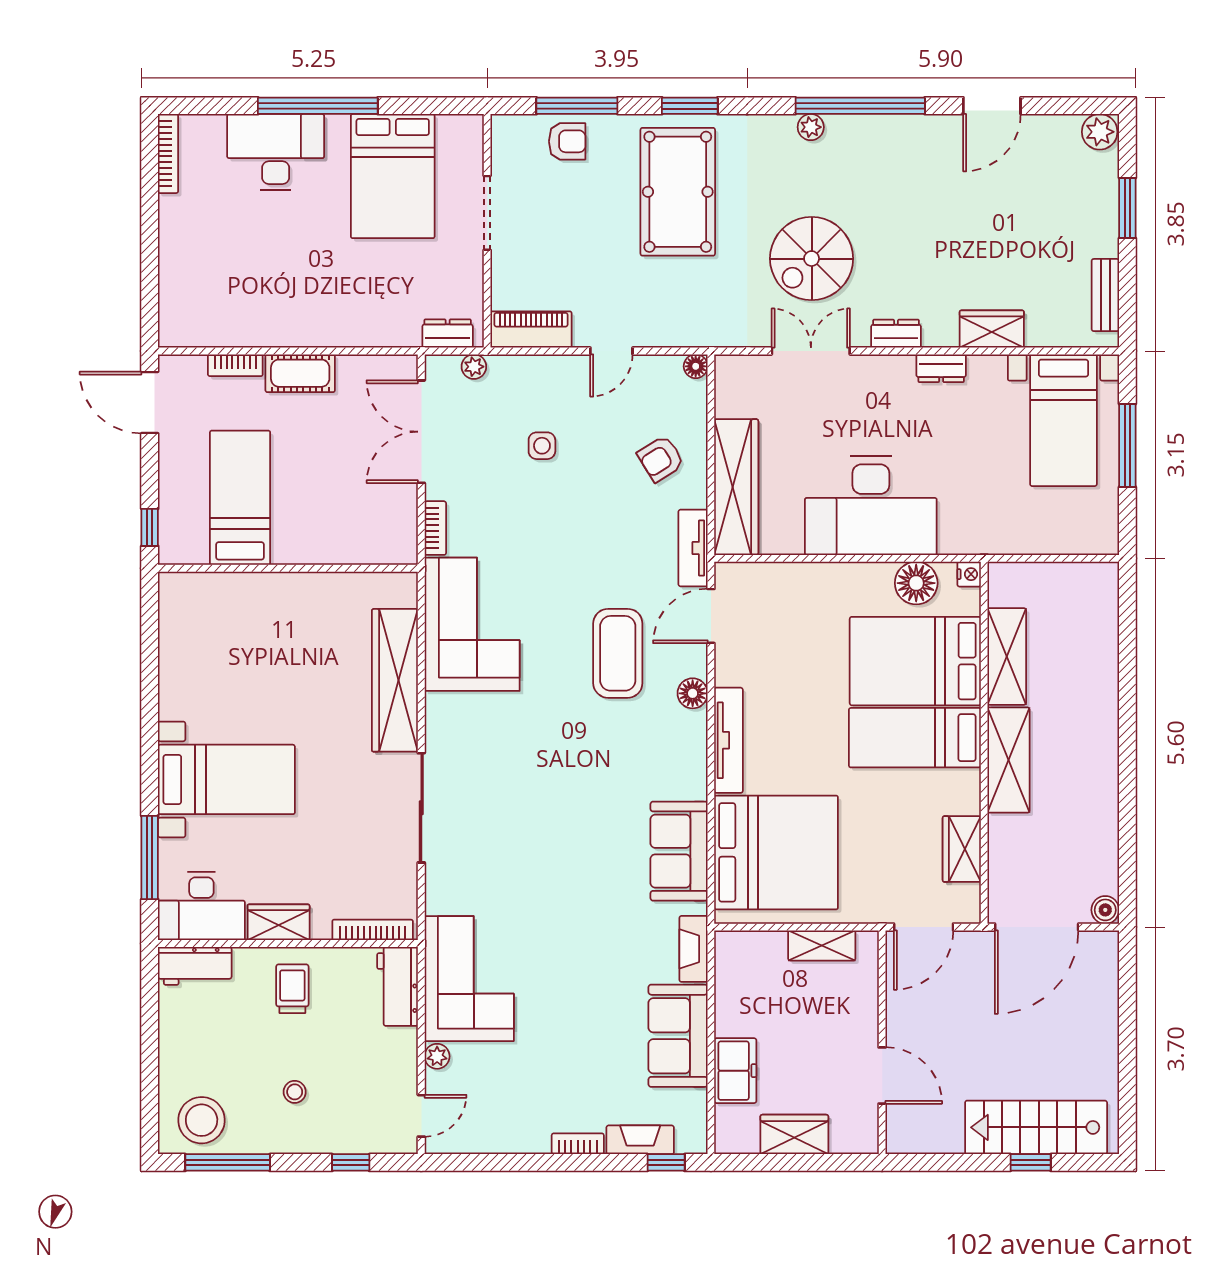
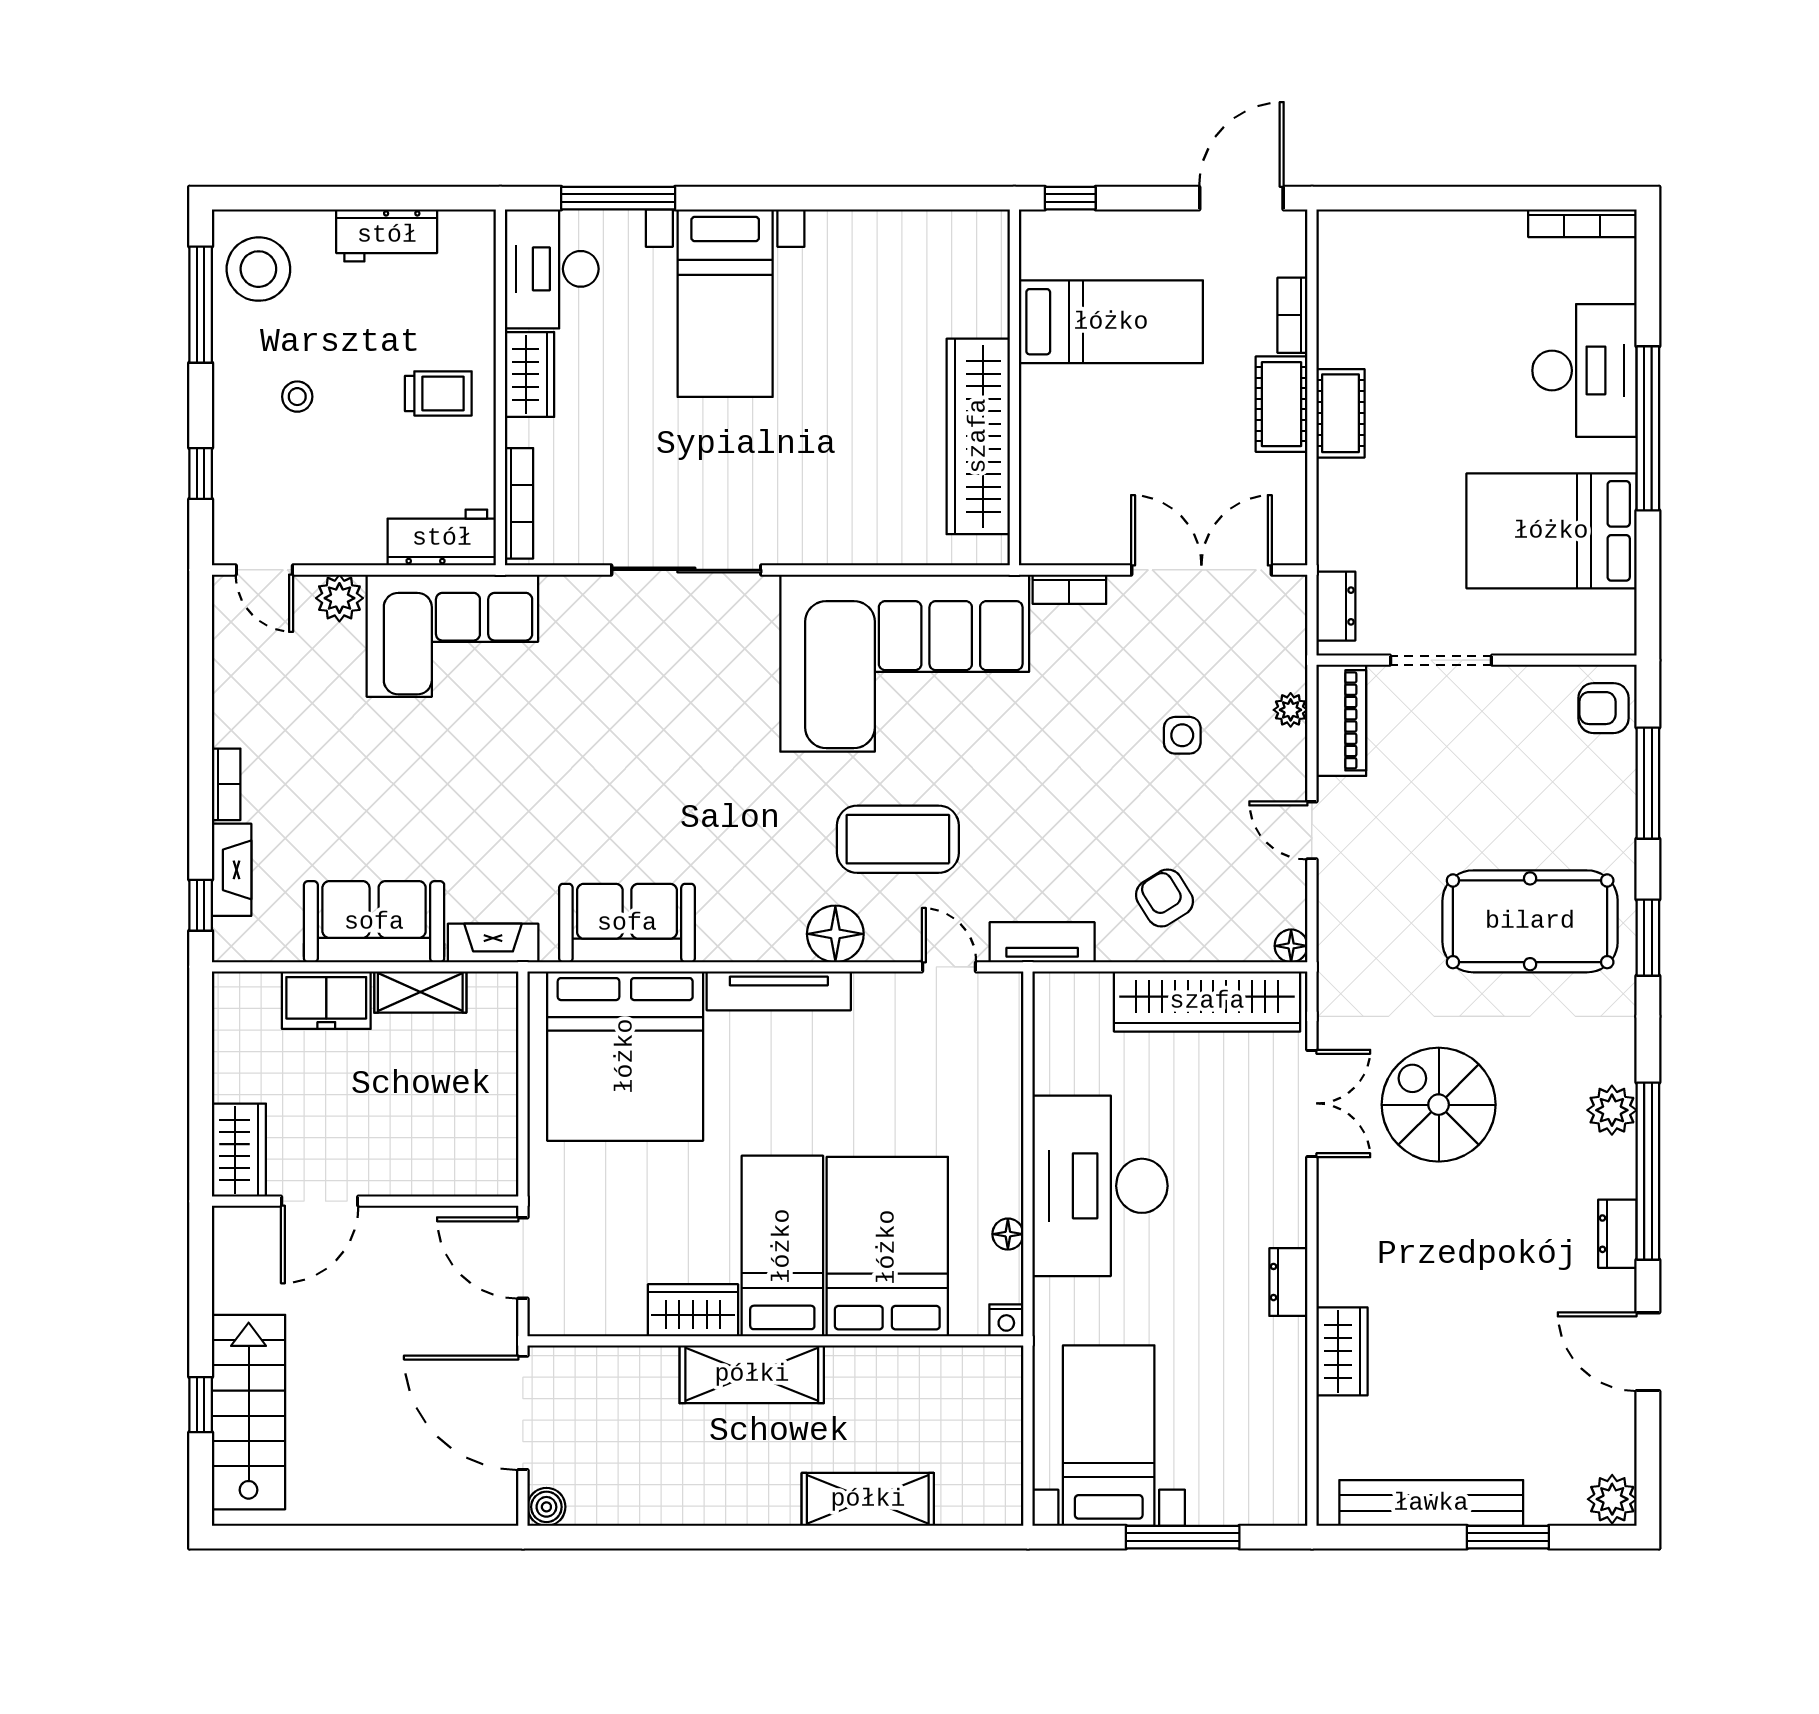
plant: (811, 127) -> (1612, 1110), width x1.38, depth x1.38
armchair: (567, 141) -> (1603, 708), moved, turned 90
doorway: (487, 213) -> (1441, 660), moved
bench: (1105, 295) -> (1431, 1503), width x1.86, depth x1.21
cot: (307, 330) -> (1341, 413), added
dresser: (896, 334) -> (1617, 1234), moved, turned 180
plant: (474, 367) -> (1291, 710), moved
bed with nightstands: (1063, 420) -> (1109, 1436), moved, turned 90
wardrobe: (736, 487) -> (1207, 1001), moved
floor lamp: (916, 583) -> (1008, 1234), width x0.53, depth x0.53
door: (711, 616) -> (949, 967), width x0.73
corner sofa: (472, 624) -> (905, 663), width x1.36, depth x1.36
shelving: (1007, 656) -> (868, 1499), moved
wardrobe: (395, 680) -> (978, 436), moved, turned -90
floor lamp: (693, 693) -> (835, 934), width x1.38, depth x1.38
wardrobe: (962, 849) -> (693, 1310), moved
shelving: (822, 945) -> (420, 992), moved, turned 90
workbench: (195, 966) -> (387, 235), moved, turned -90
plant: (437, 1056) -> (339, 598), width x1.38, depth x1.38
wardrobe: (794, 1134) -> (239, 1150), moved

